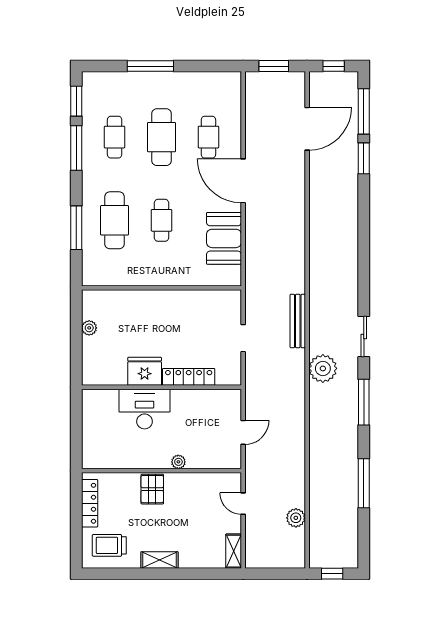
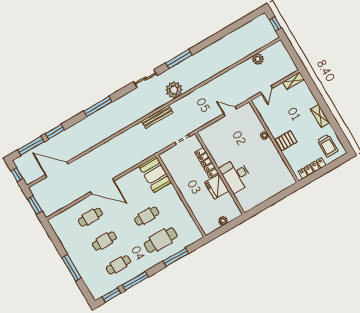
cafe table: (161, 137) -> (104, 241), width x0.73, depth x0.74
door: (243, 181) -> (102, 186), hinge flipped
booth: (224, 238) -> (155, 174), moved, turned 90
fridge: (145, 371) -> (217, 187), moved
locker: (189, 377) -> (206, 162), moved
wall: (161, 387) -> (220, 173), moved
desk: (145, 409) -> (236, 175), moved
window: (364, 483) -> (98, 106), moved

